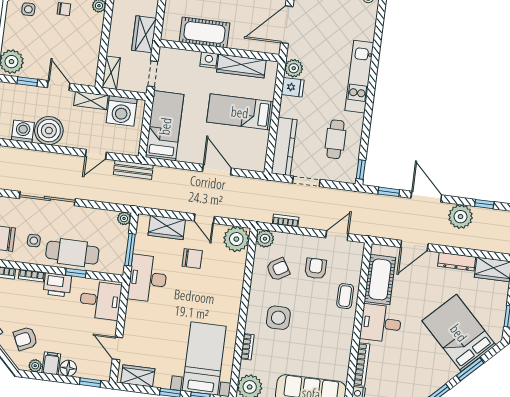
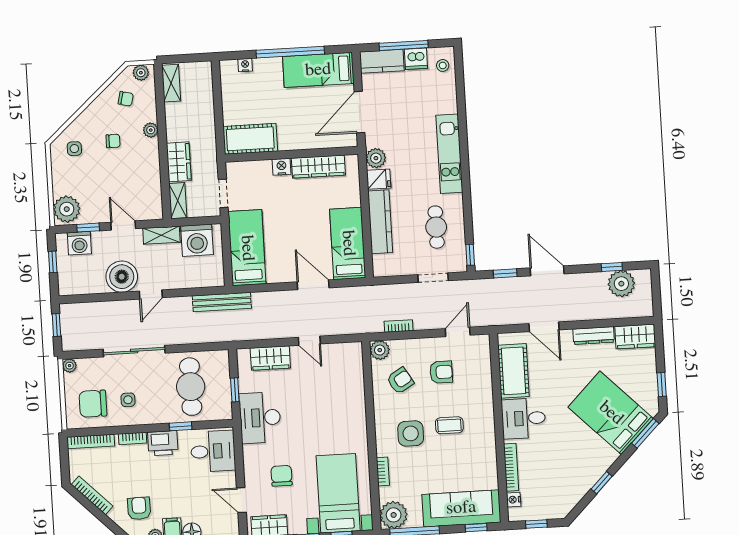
cot: (205, 32) -> (250, 139), moved
wardrobe: (144, 34) -> (179, 162), moved, turned 180
bed: (240, 112) -> (348, 243), moved, turned 90
washing machine: (23, 131) -> (79, 243), moved, turned 180
kitchen counter: (284, 146) -> (380, 222), moved
door: (96, 154) -> (151, 294), moved
bench: (133, 170) -> (222, 302), width x1.36
doorway: (306, 181) -> (433, 278), moved
plant: (460, 217) -> (621, 284), moved
plant: (124, 218) -> (222, 357), removed
plant: (236, 239) -> (349, 356), removed
door: (414, 246) -> (544, 327), hinge flipped
window: (130, 250) -> (235, 390), width x0.67
cafe table: (72, 253) -> (191, 387), moved, turned 90
chair: (192, 259) -> (282, 476), moved, turned -90
armchair: (316, 268) -> (441, 372), turned 90
coffee table: (345, 296) -> (449, 425), moved, turned 90
armchair: (25, 339) -> (139, 508), turned 114
window: (470, 369) -> (645, 433), moved

